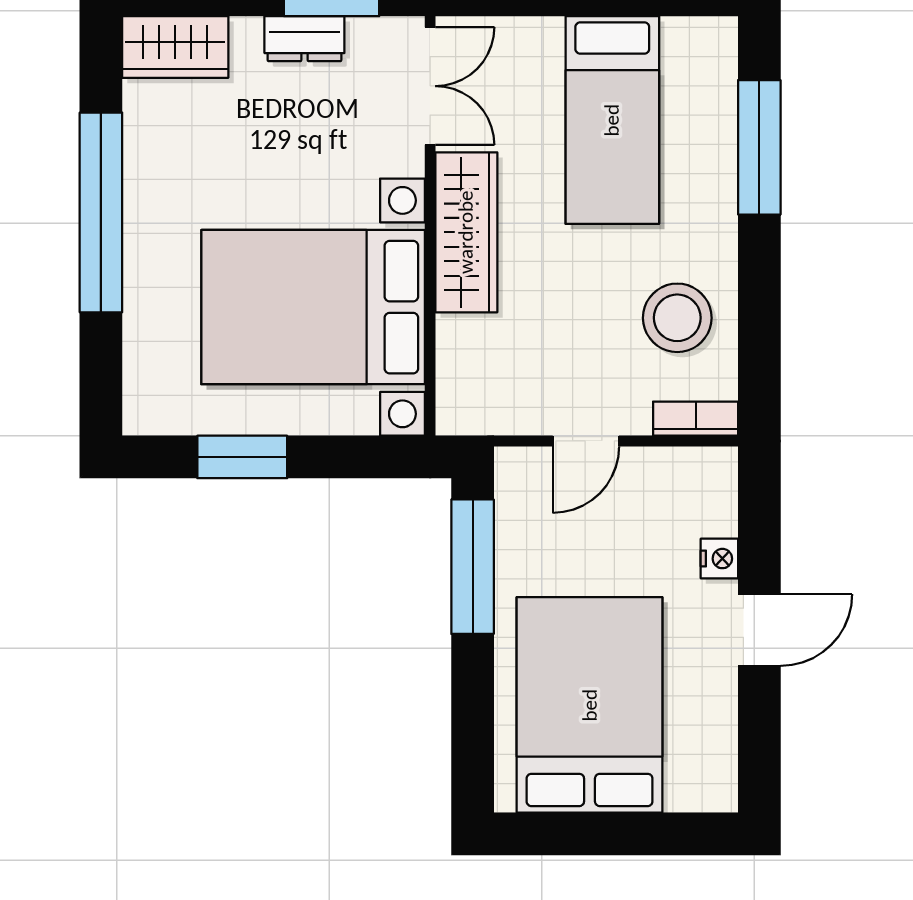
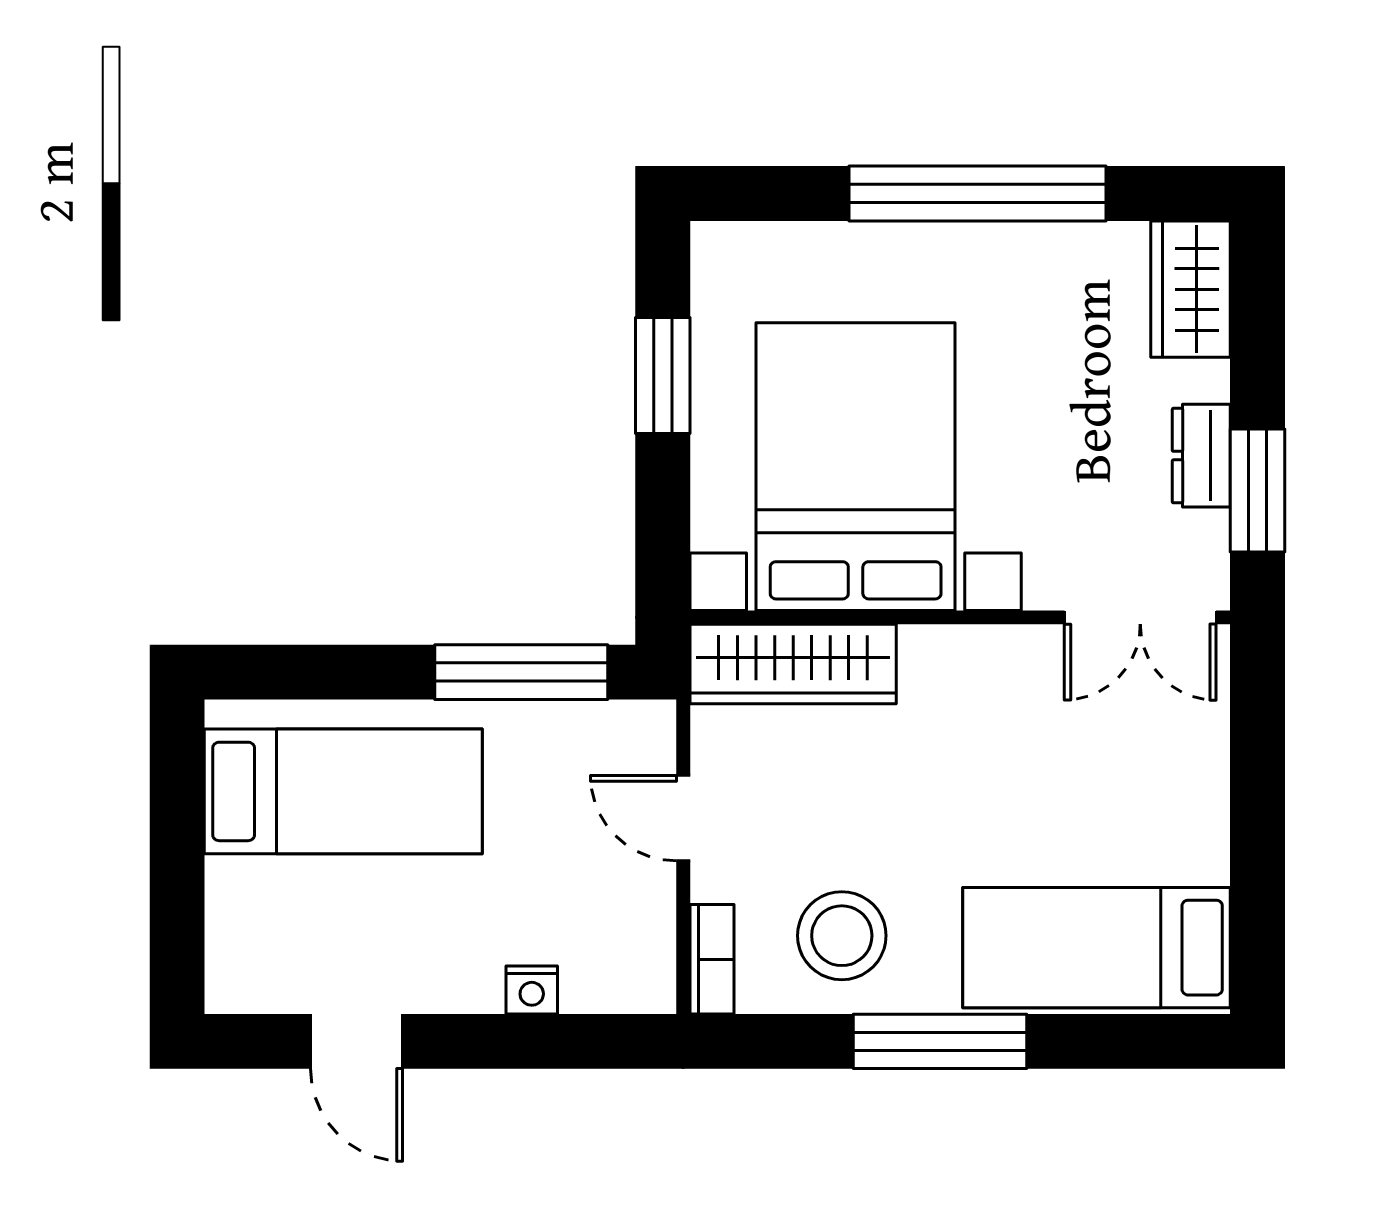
bed: (612, 120) -> (1097, 948), moved
window: (759, 147) -> (940, 1041), moved
wardrobe: (466, 232) -> (793, 664), moved
door: (759, 630) -> (357, 1041), moved
bed: (590, 705) -> (343, 791), width x0.67

